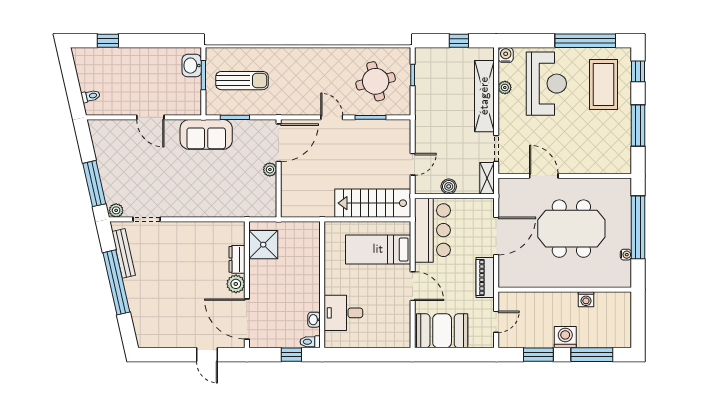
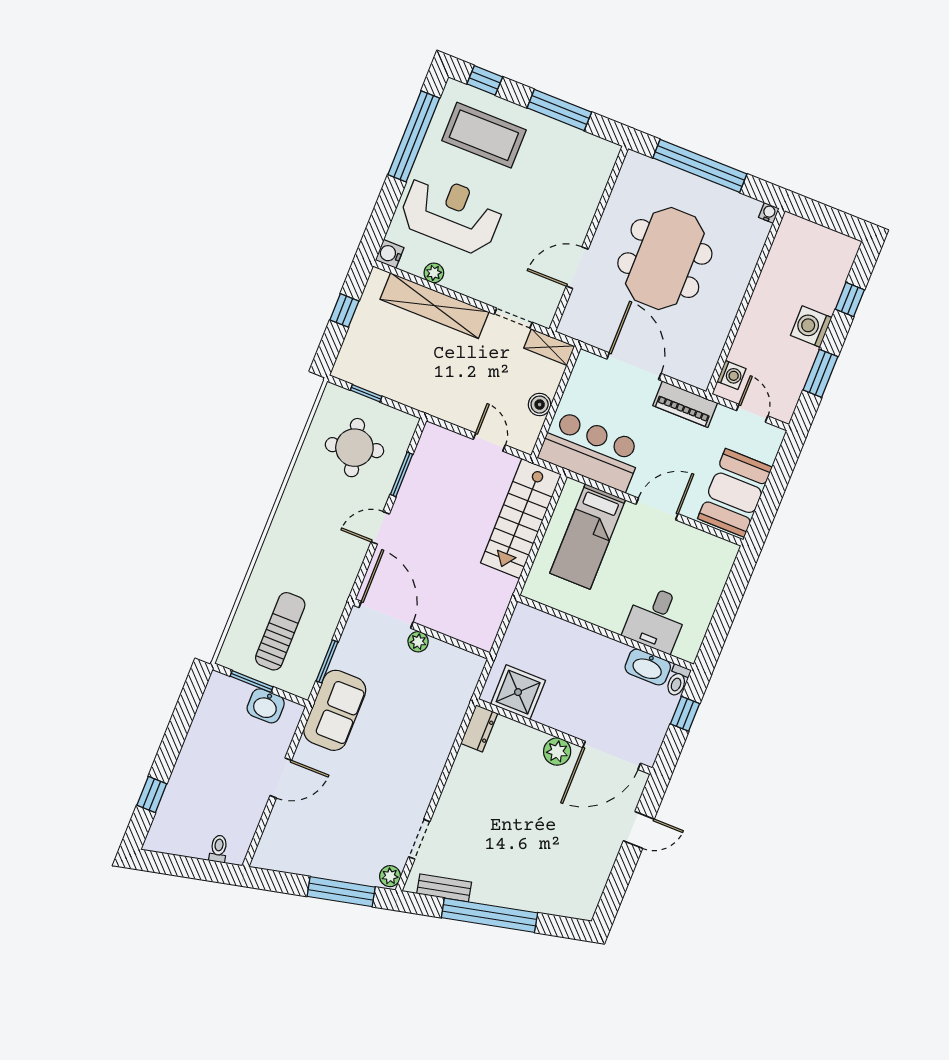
washbasin: (192, 66) -> (266, 706), moved
bench: (124, 253) -> (444, 888), width x0.73
water cooler: (626, 255) -> (769, 213), moved
dresser: (237, 259) -> (479, 728), moved, turned -90
washing machine: (586, 299) -> (732, 375), moved
washbasin: (314, 320) -> (648, 667), width x1.91, depth x1.45
window: (592, 355) -> (850, 299), width x0.46

